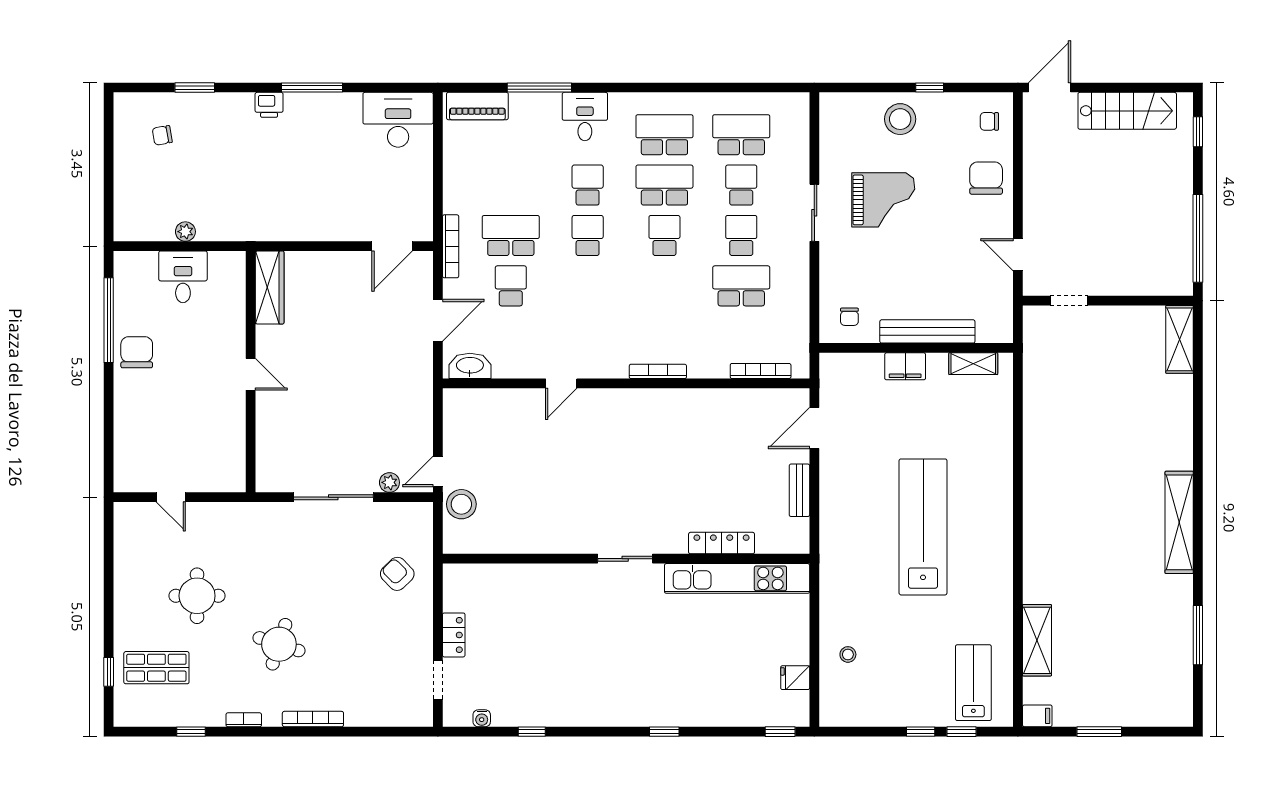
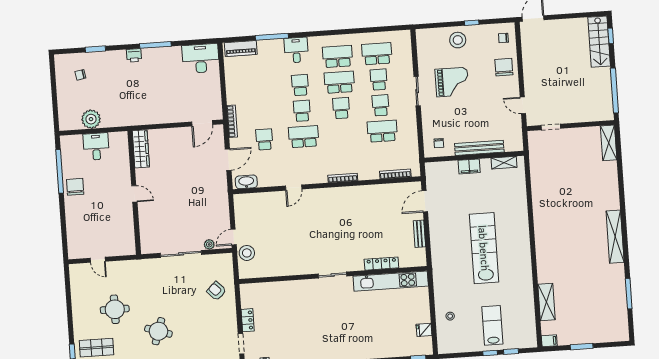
stairs: (1127, 111) -> (599, 42), moved, turned 90
plant: (185, 232) -> (91, 119), width x1.88, depth x1.88
school desk: (511, 235) -> (304, 137), moved
lab bench: (973, 683) -> (492, 325), moved

